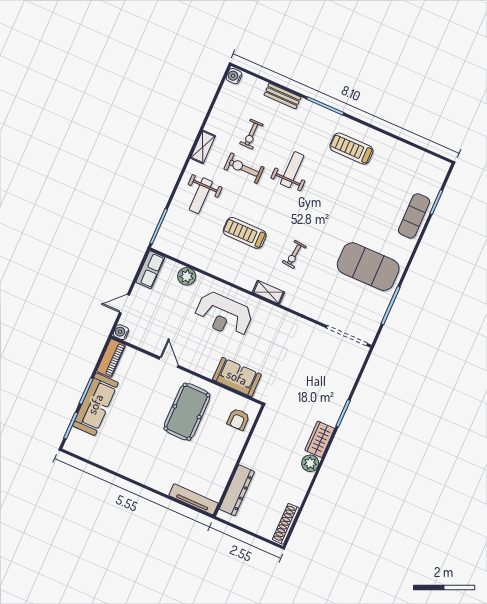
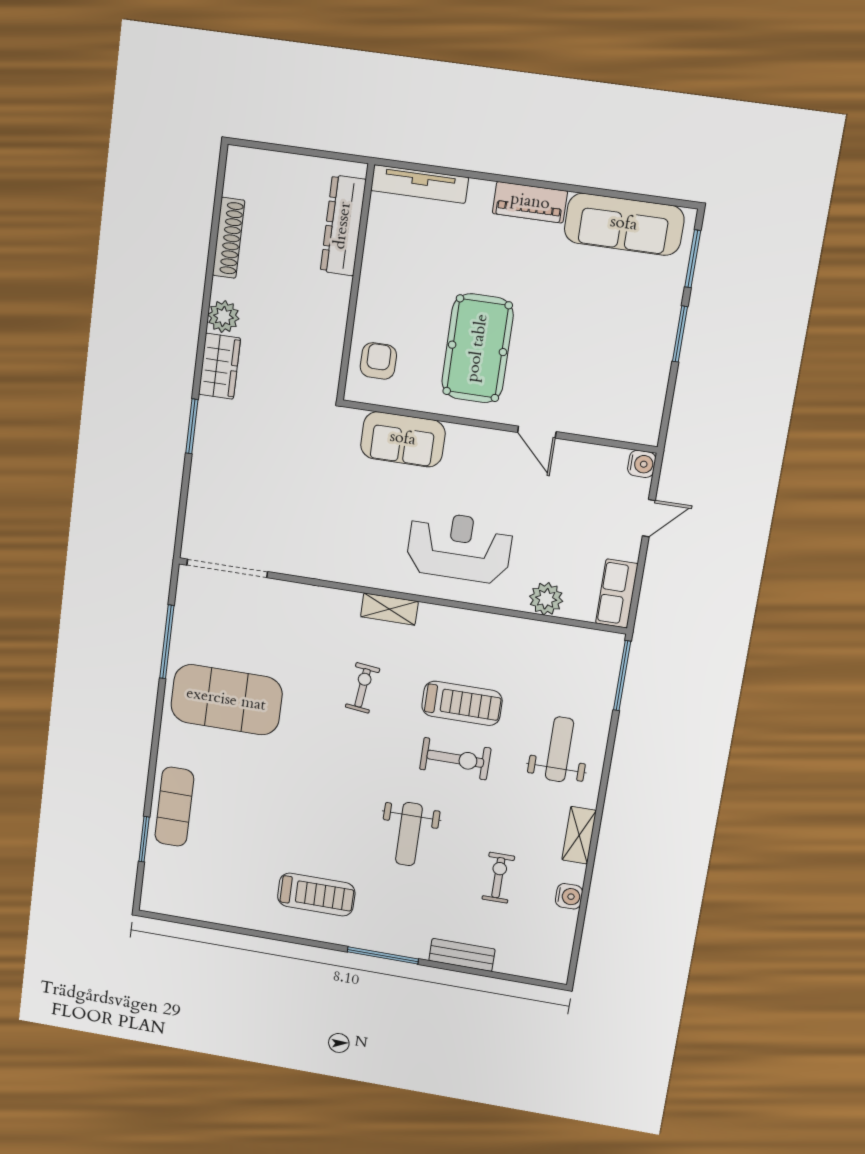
water cooler: (234, 76) -> (569, 896), moved
exercise bike: (244, 168) -> (455, 759), moved
piano: (111, 358) -> (530, 202), moved, turned -90
sofa: (95, 404) -> (624, 224), moved, turned -90
shoe rack: (286, 524) -> (228, 238), moved

